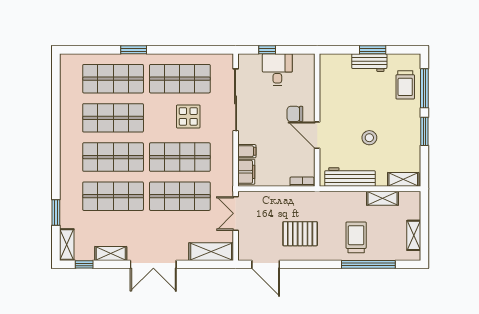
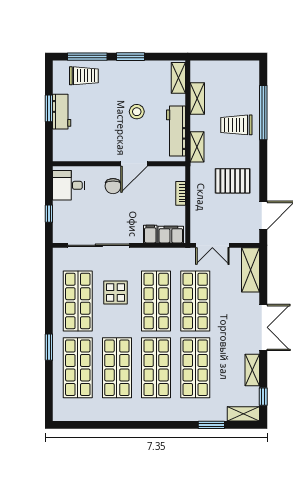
desk: (277, 70) -> (69, 185), moved
bookcase: (302, 182) -> (181, 193), moved
pallet: (300, 234) -> (233, 181), turned 90
shelving: (414, 235) -> (197, 147), moved, turned 90

